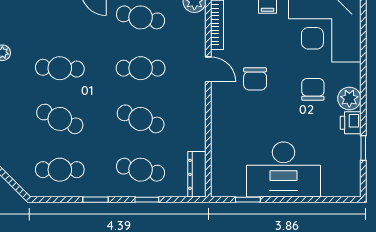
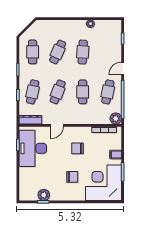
door: (208, 69) -> (57, 125), moved
plant: (349, 98) -> (44, 195), moved
printer: (351, 123) -> (56, 196), removed
desk: (283, 169) -> (33, 148), moved

